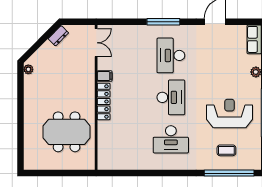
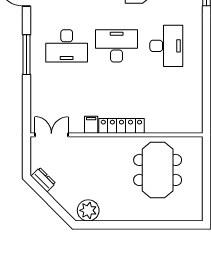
plant: (28, 69) -> (88, 210), width x1.87, depth x1.87

